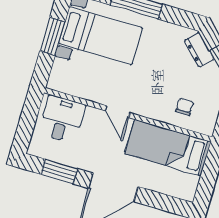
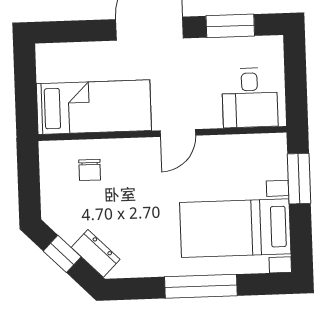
window: (52, 36) -> (299, 179), moved
door: (118, 112) -> (178, 133), swing flipped

